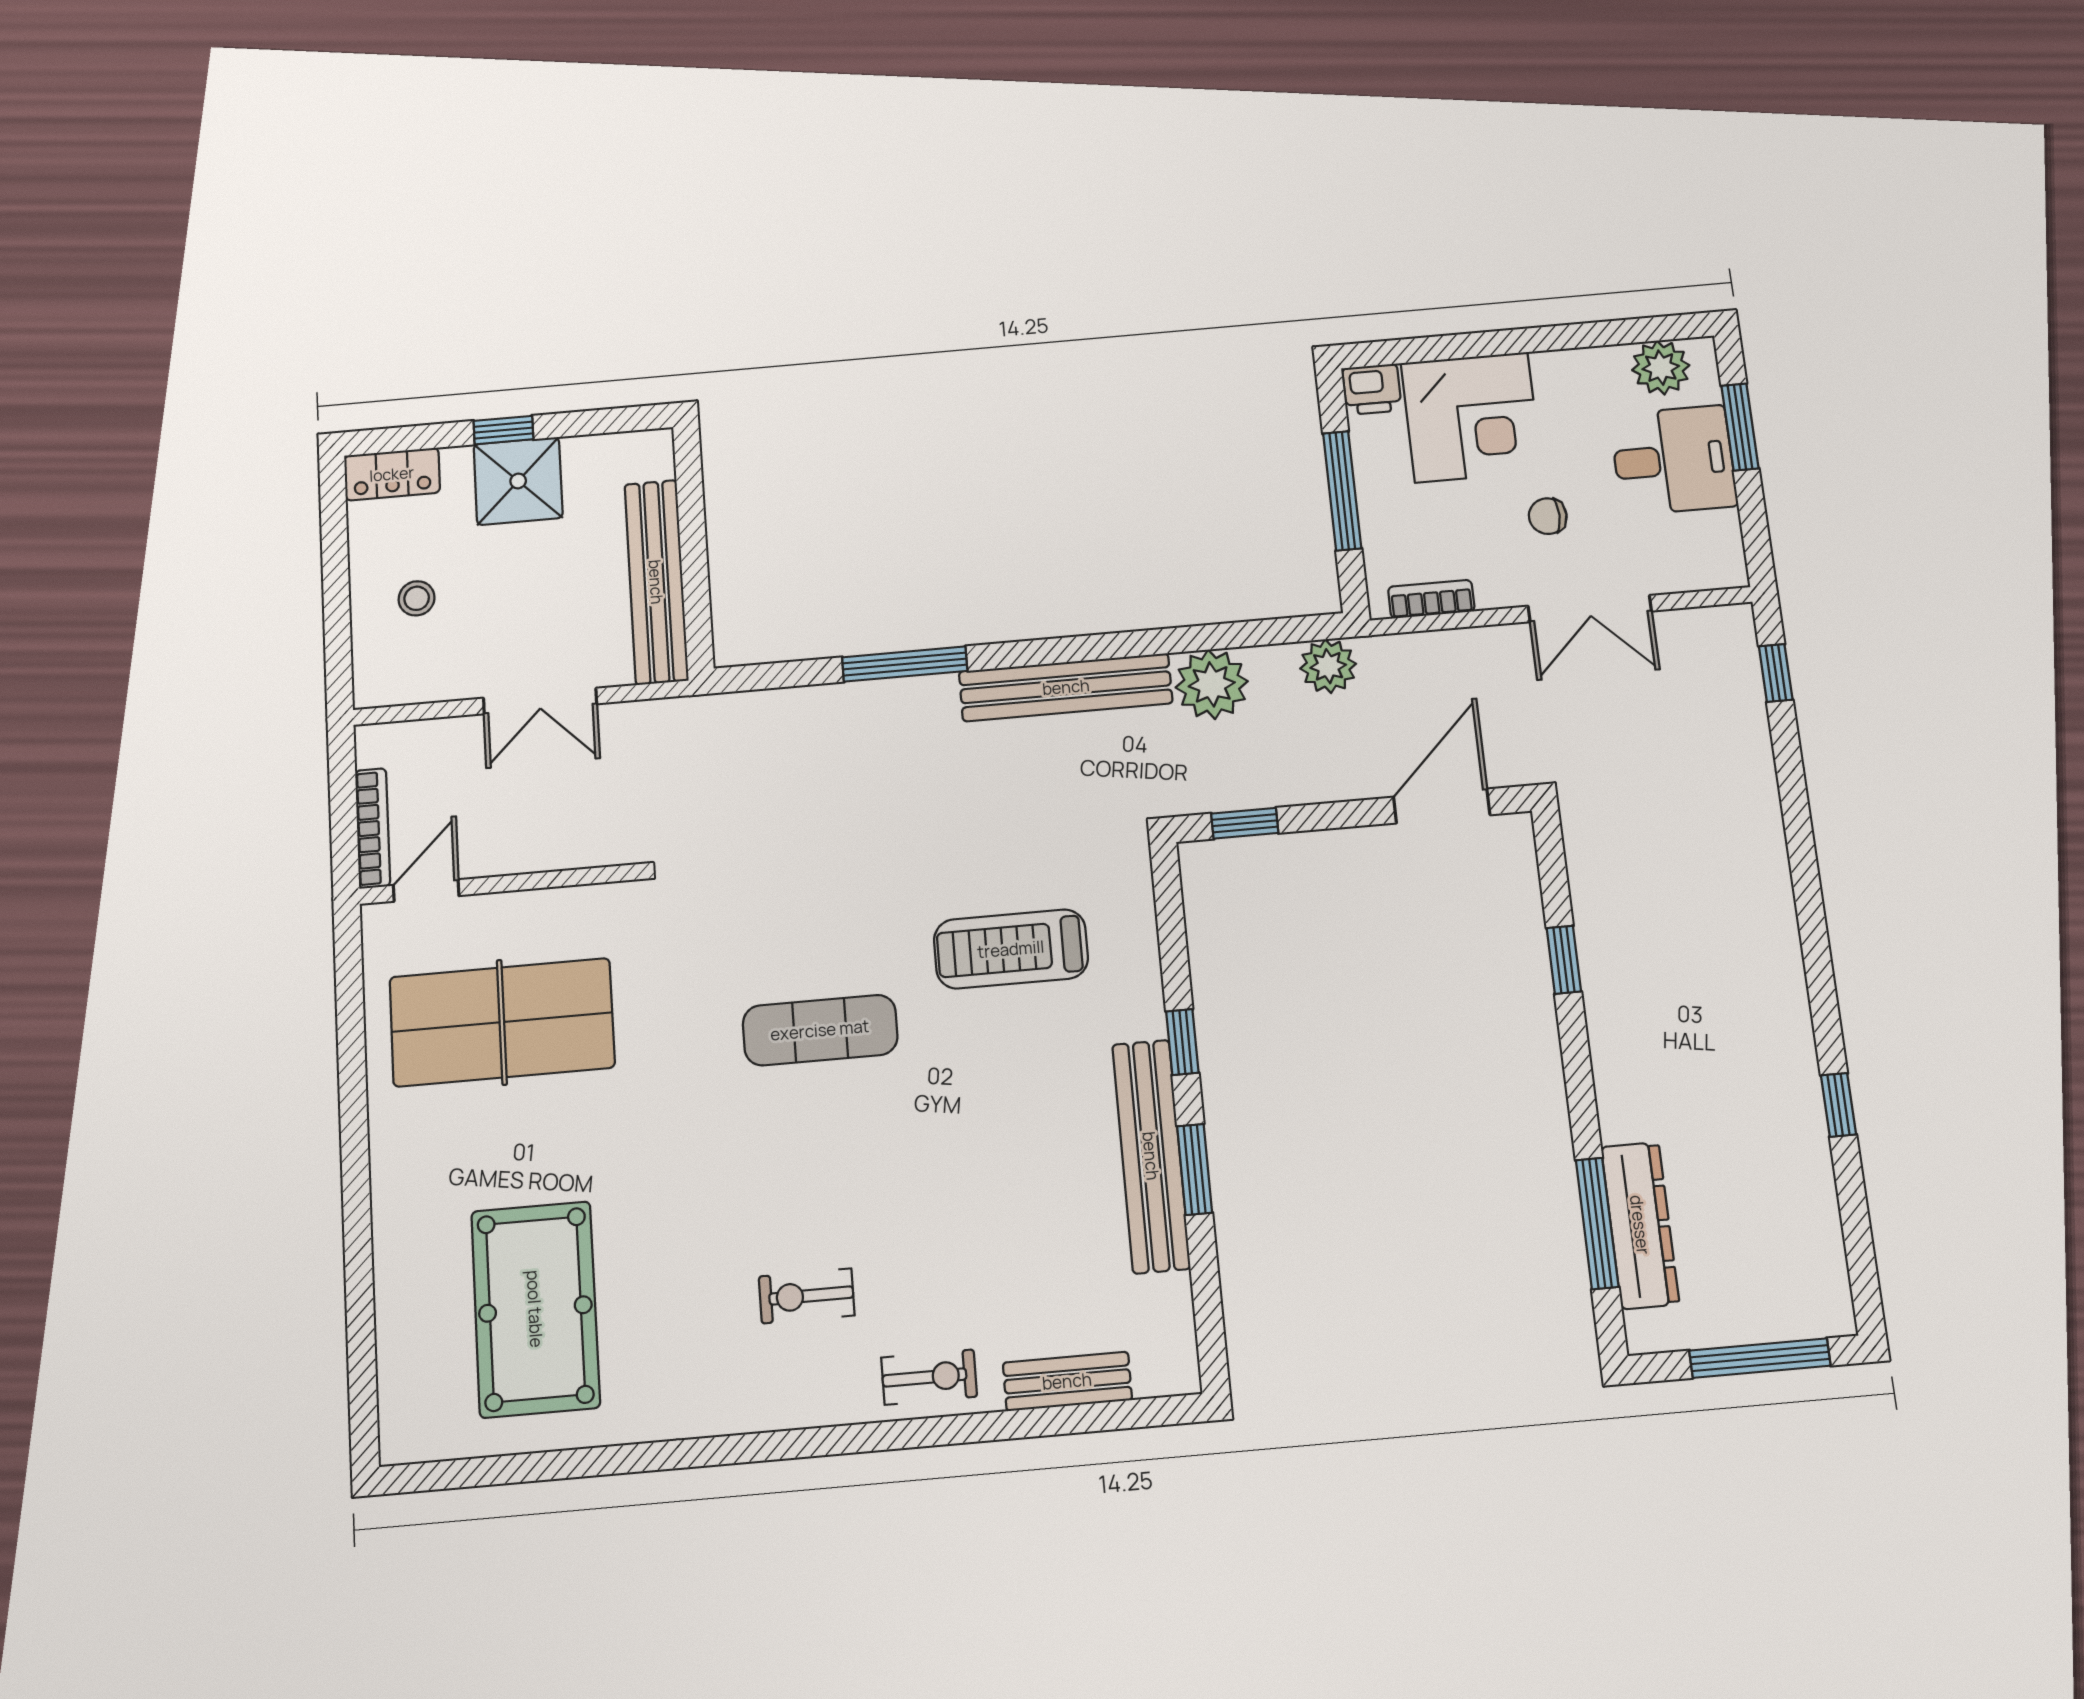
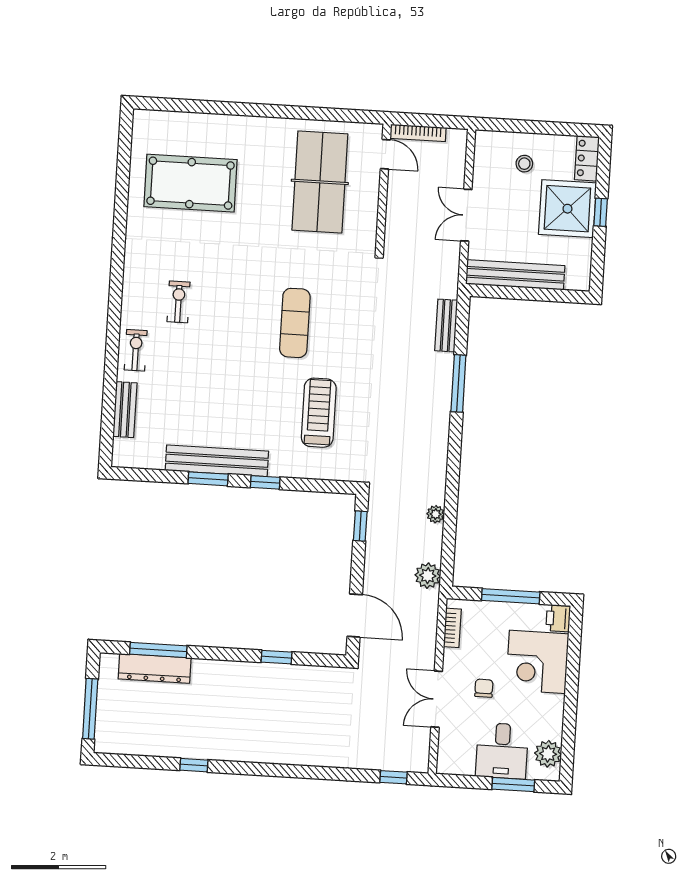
shower: (518, 481) -> (567, 209), width x1.37, depth x1.37
plant: (1212, 684) -> (436, 514), width x0.53, depth x0.53
bench: (1066, 687) -> (446, 325), moved, width x0.54, depth x0.82
exercise bike: (929, 1377) -> (136, 350), turned 180

